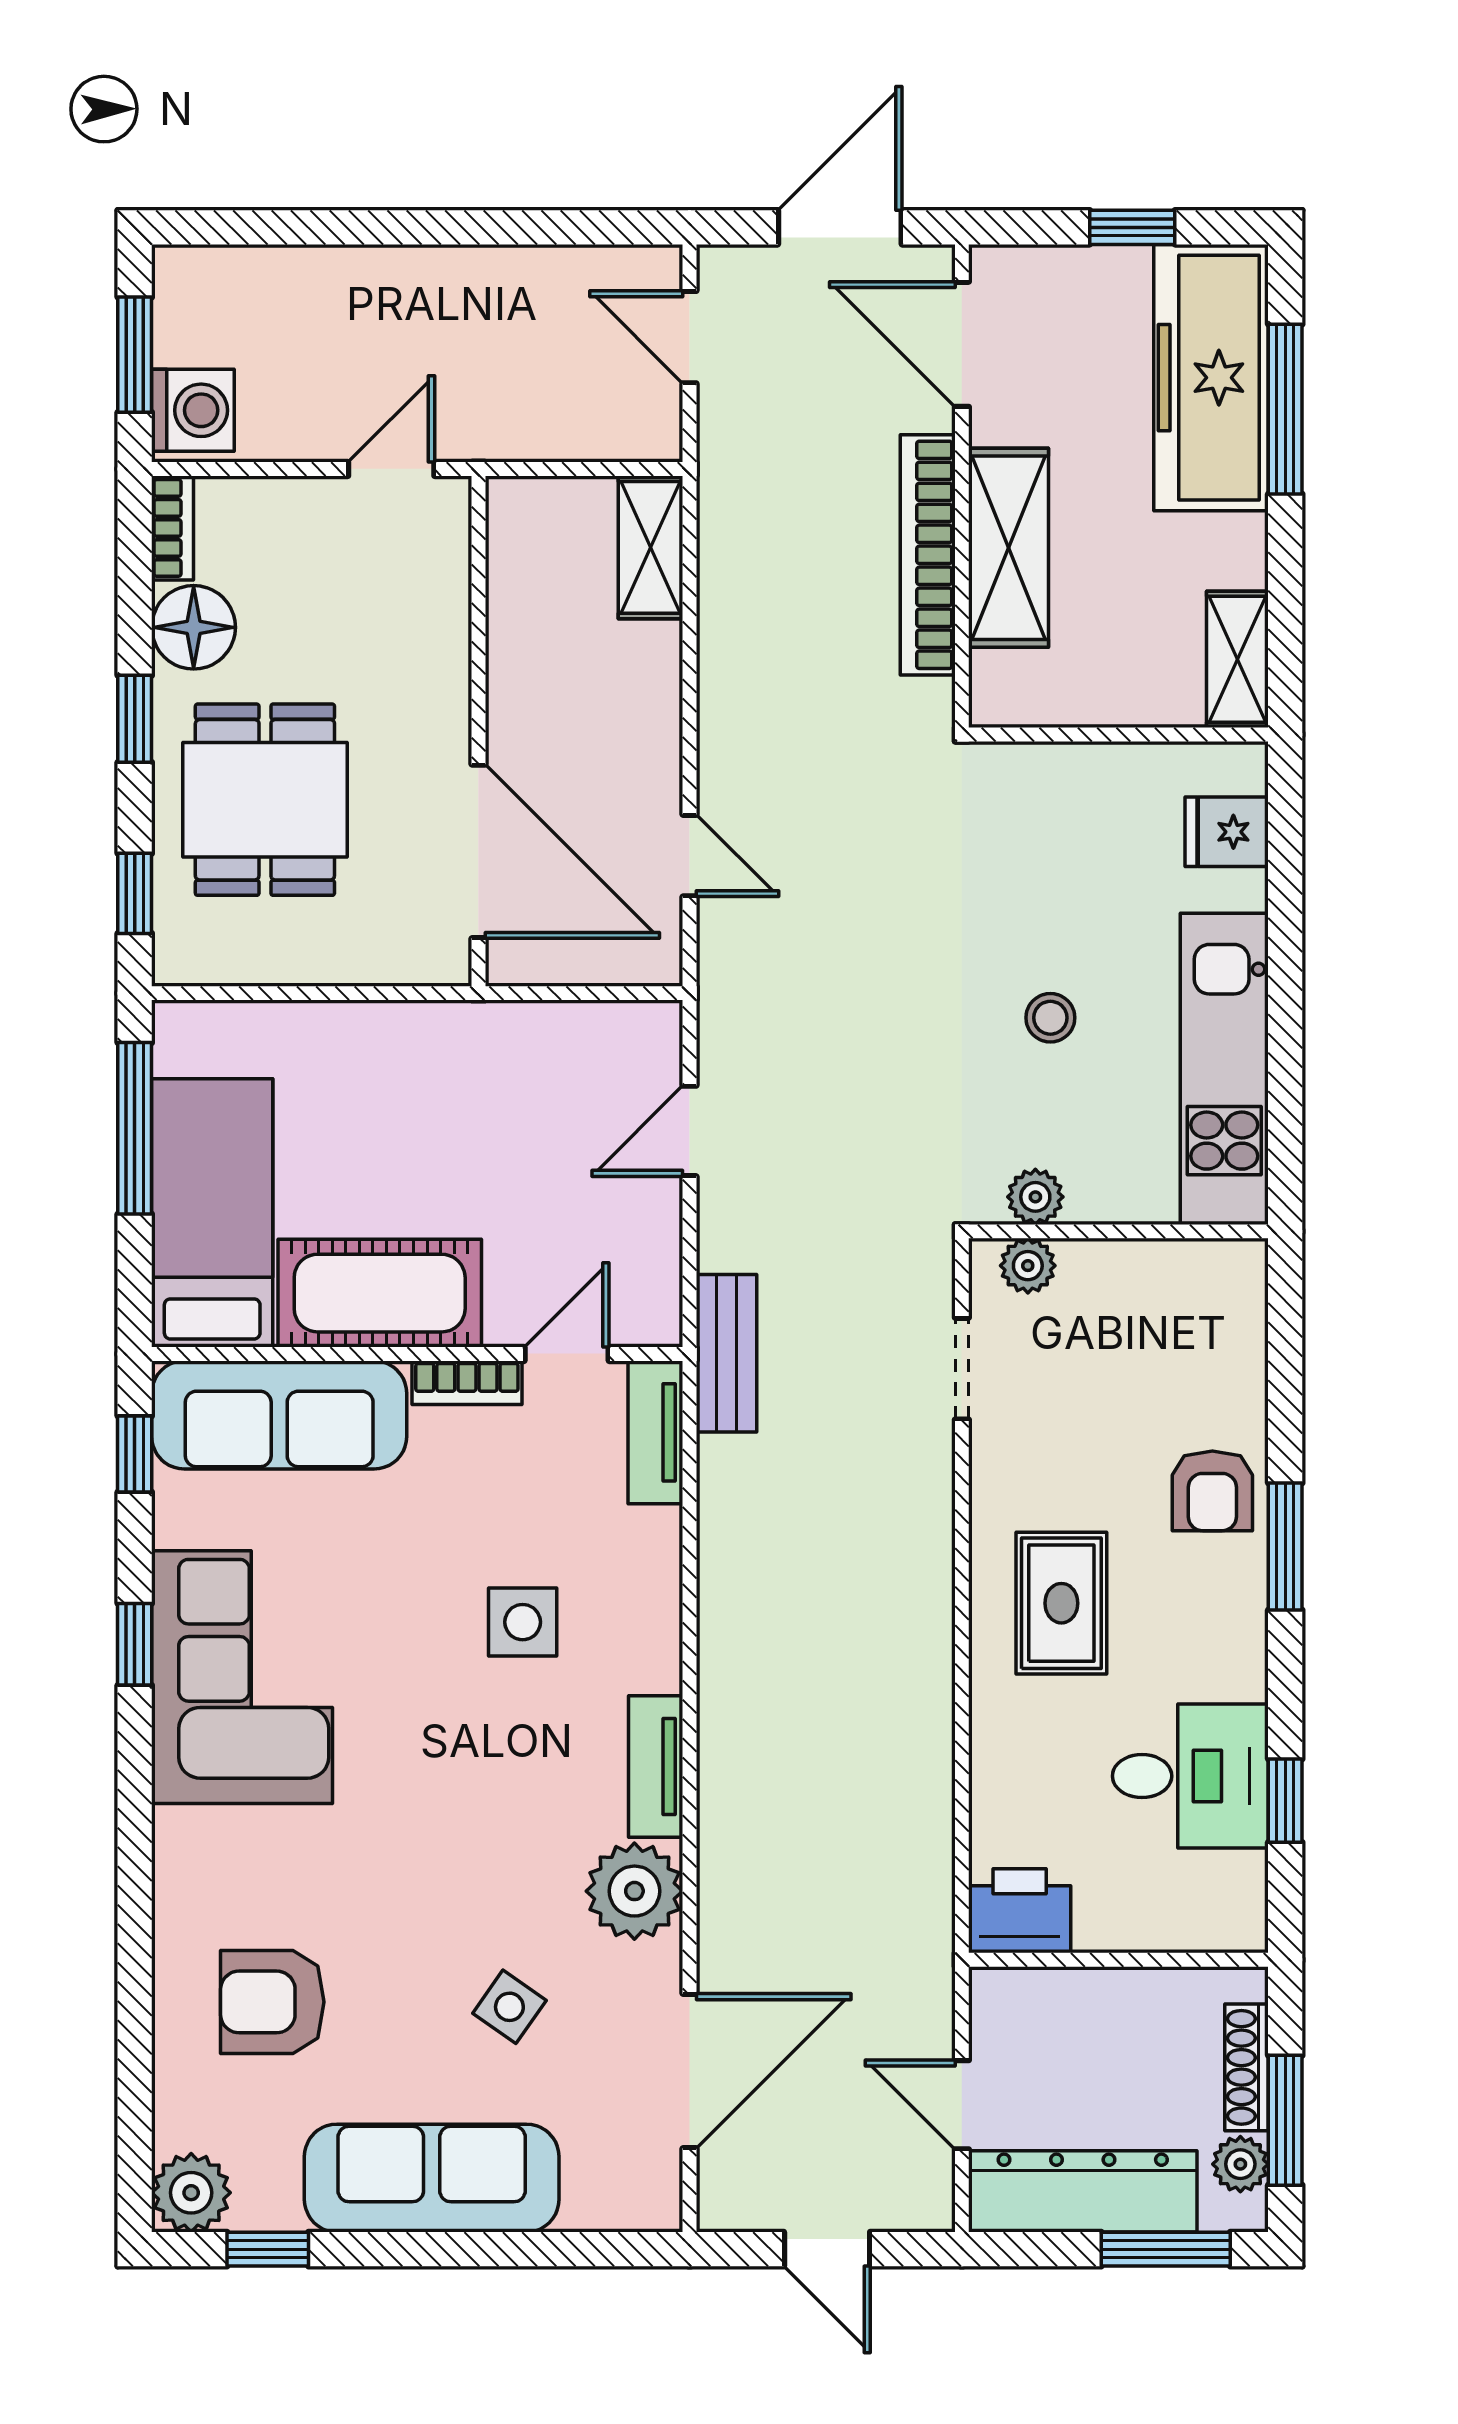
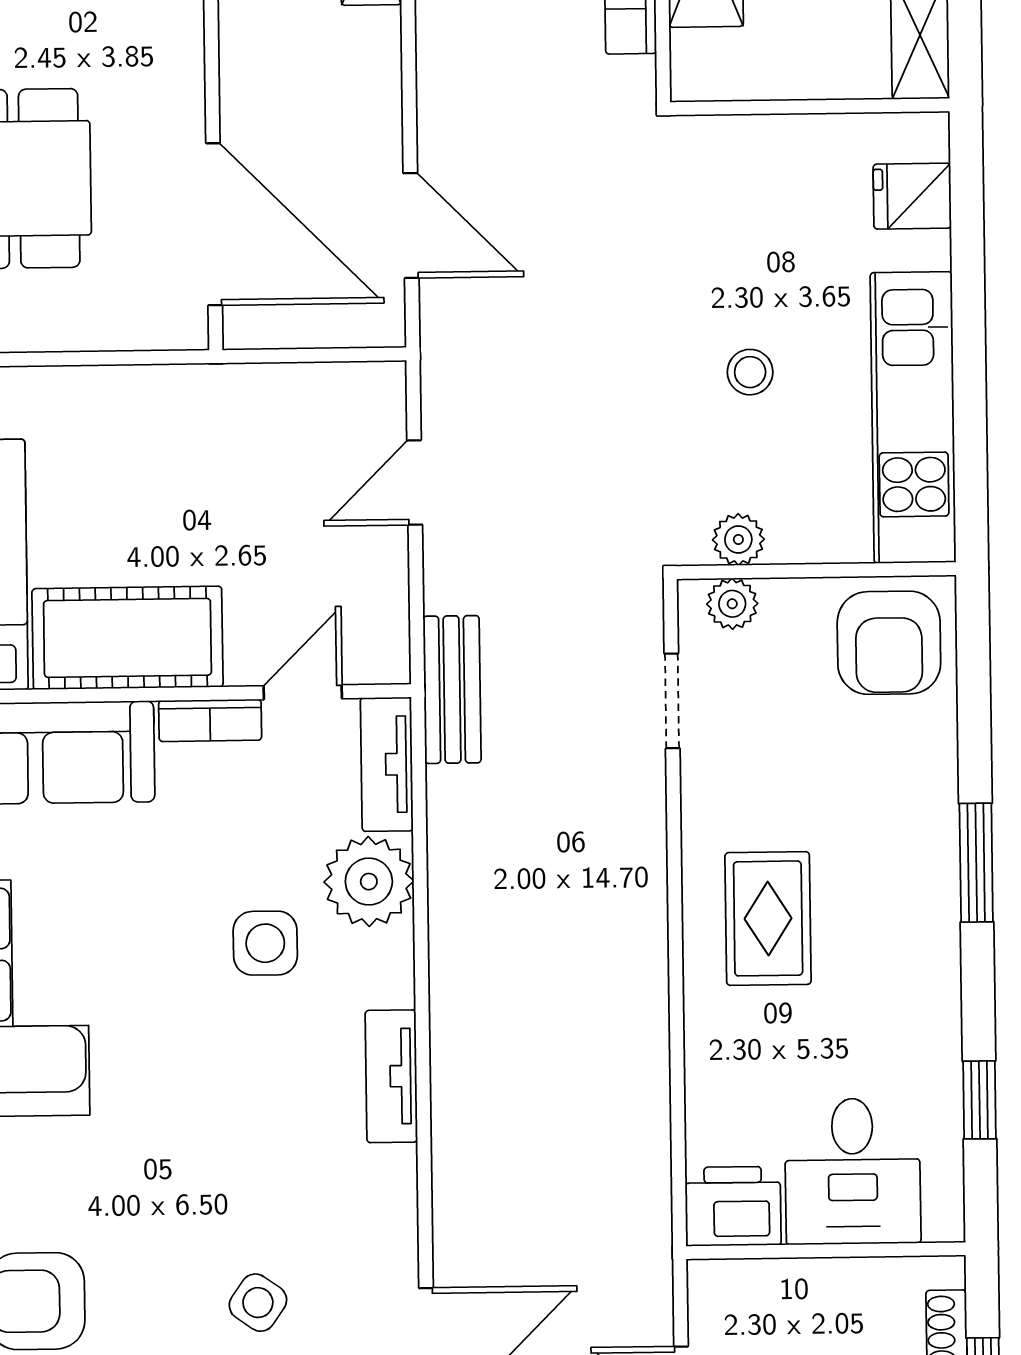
door: (690, 856) -> (411, 225), width x1.37
armchair: (1212, 1491) -> (889, 643), moved, width x1.38, depth x1.38
desk: (1190, 1776) -> (853, 1171), moved, turned 90
plant: (634, 1891) -> (369, 882), moved

